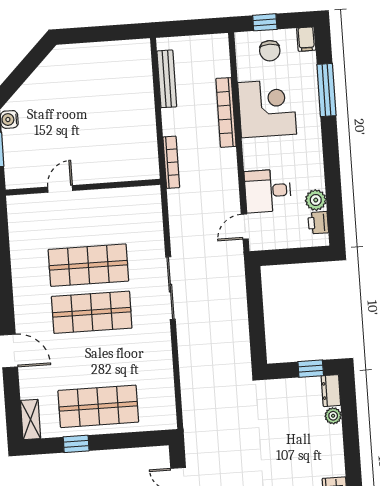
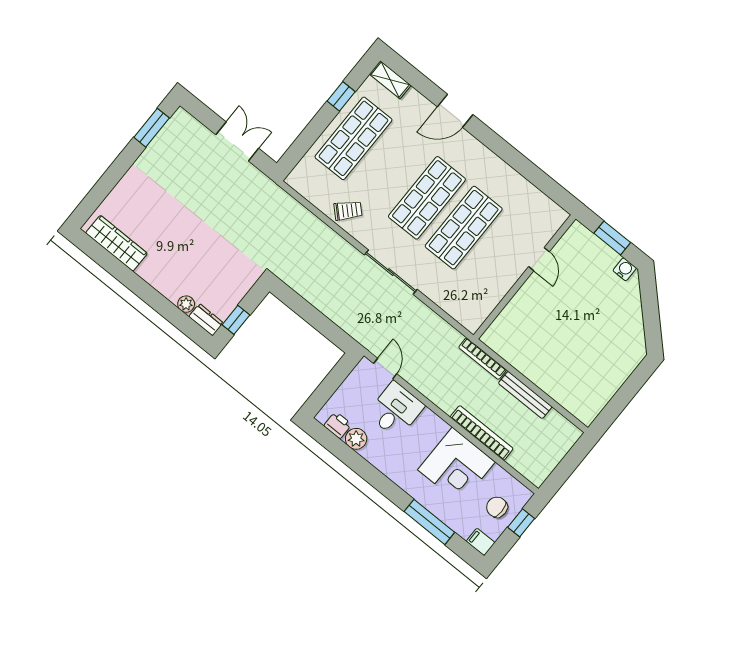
bench: (167, 79) -> (525, 395), moved
trolley: (155, 361) -> (348, 211), added

